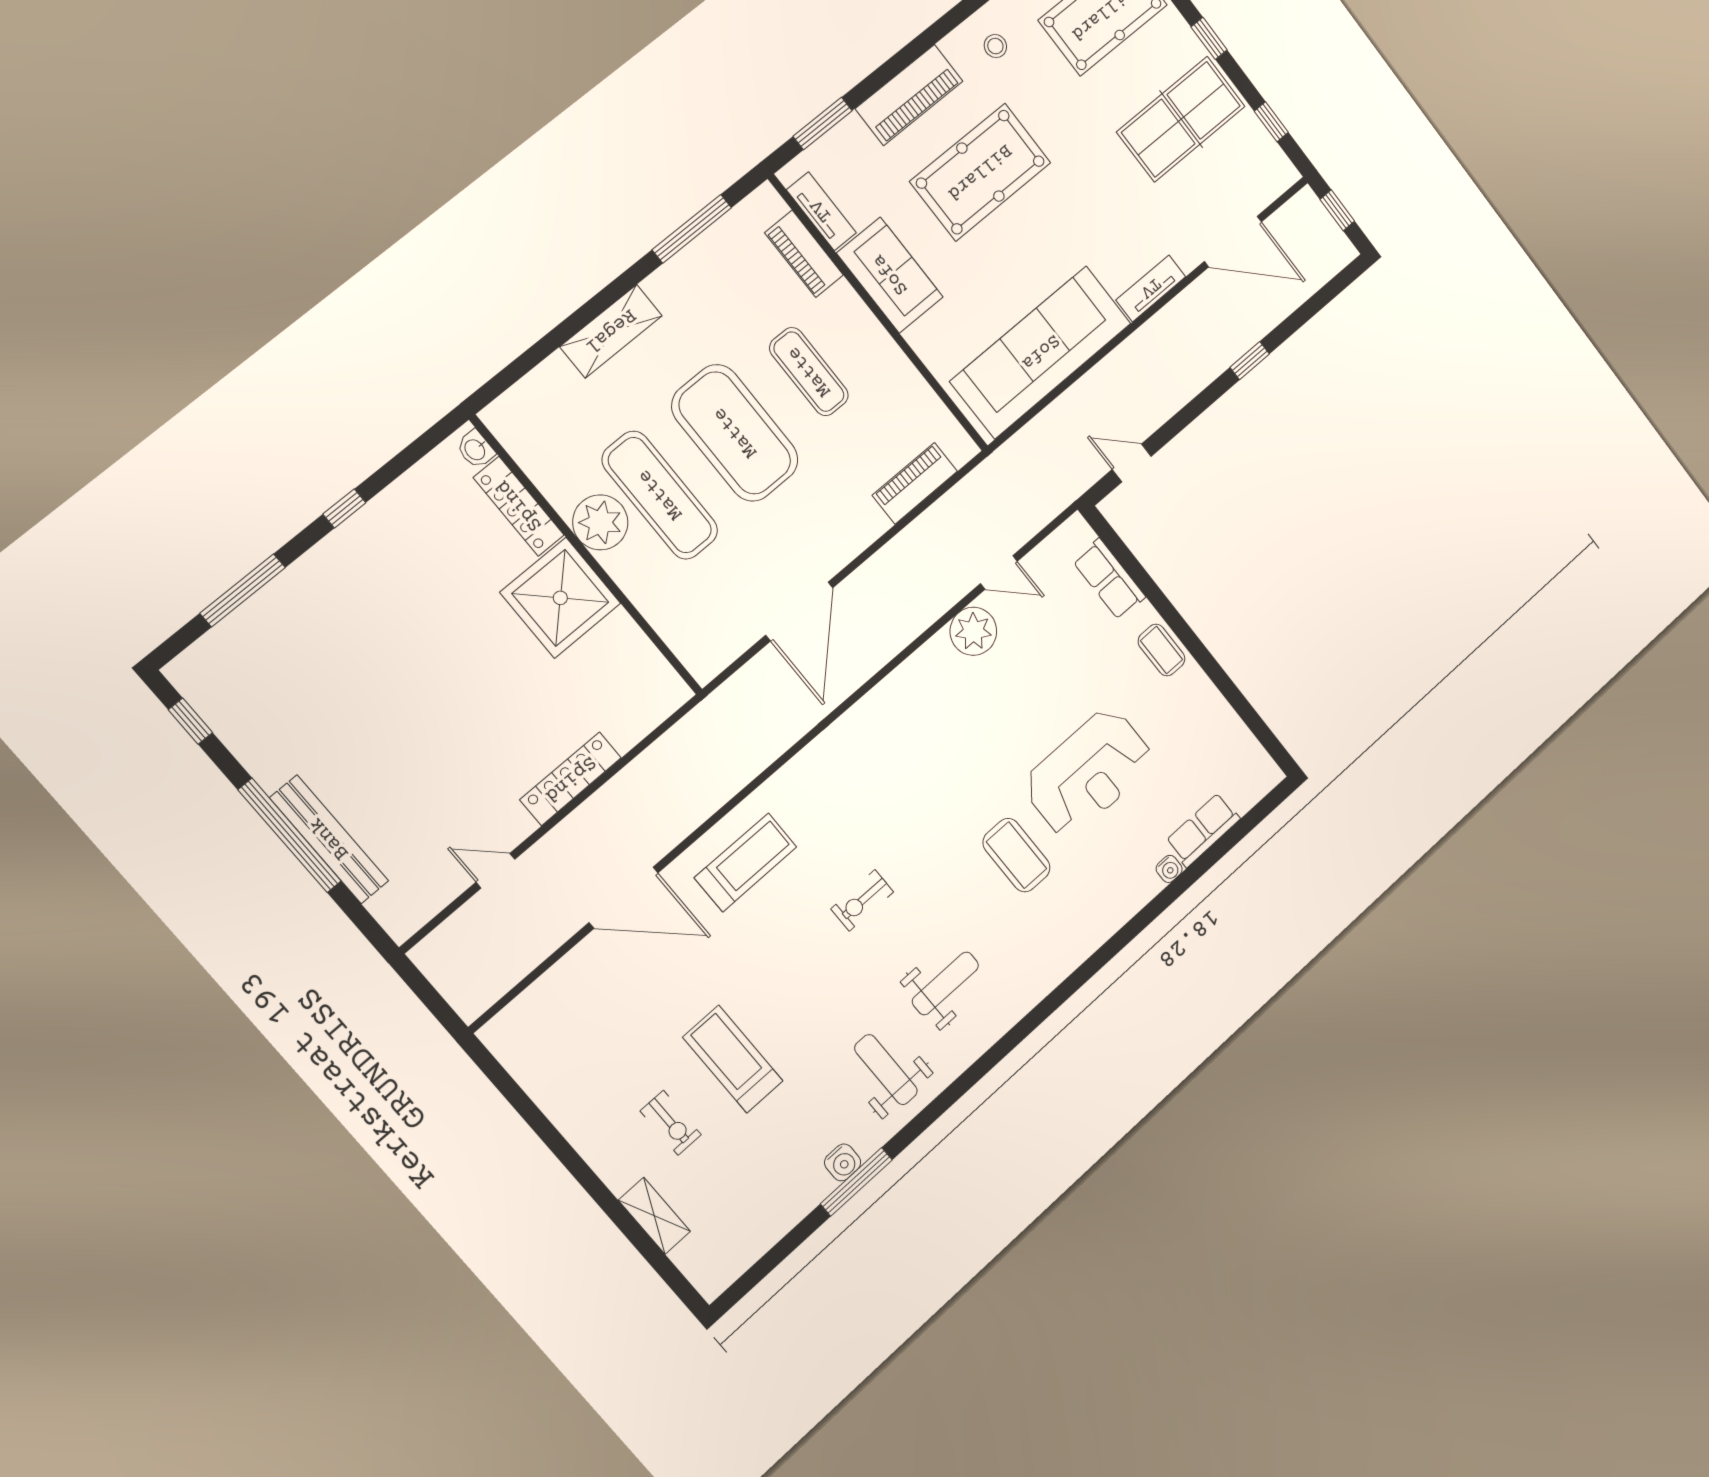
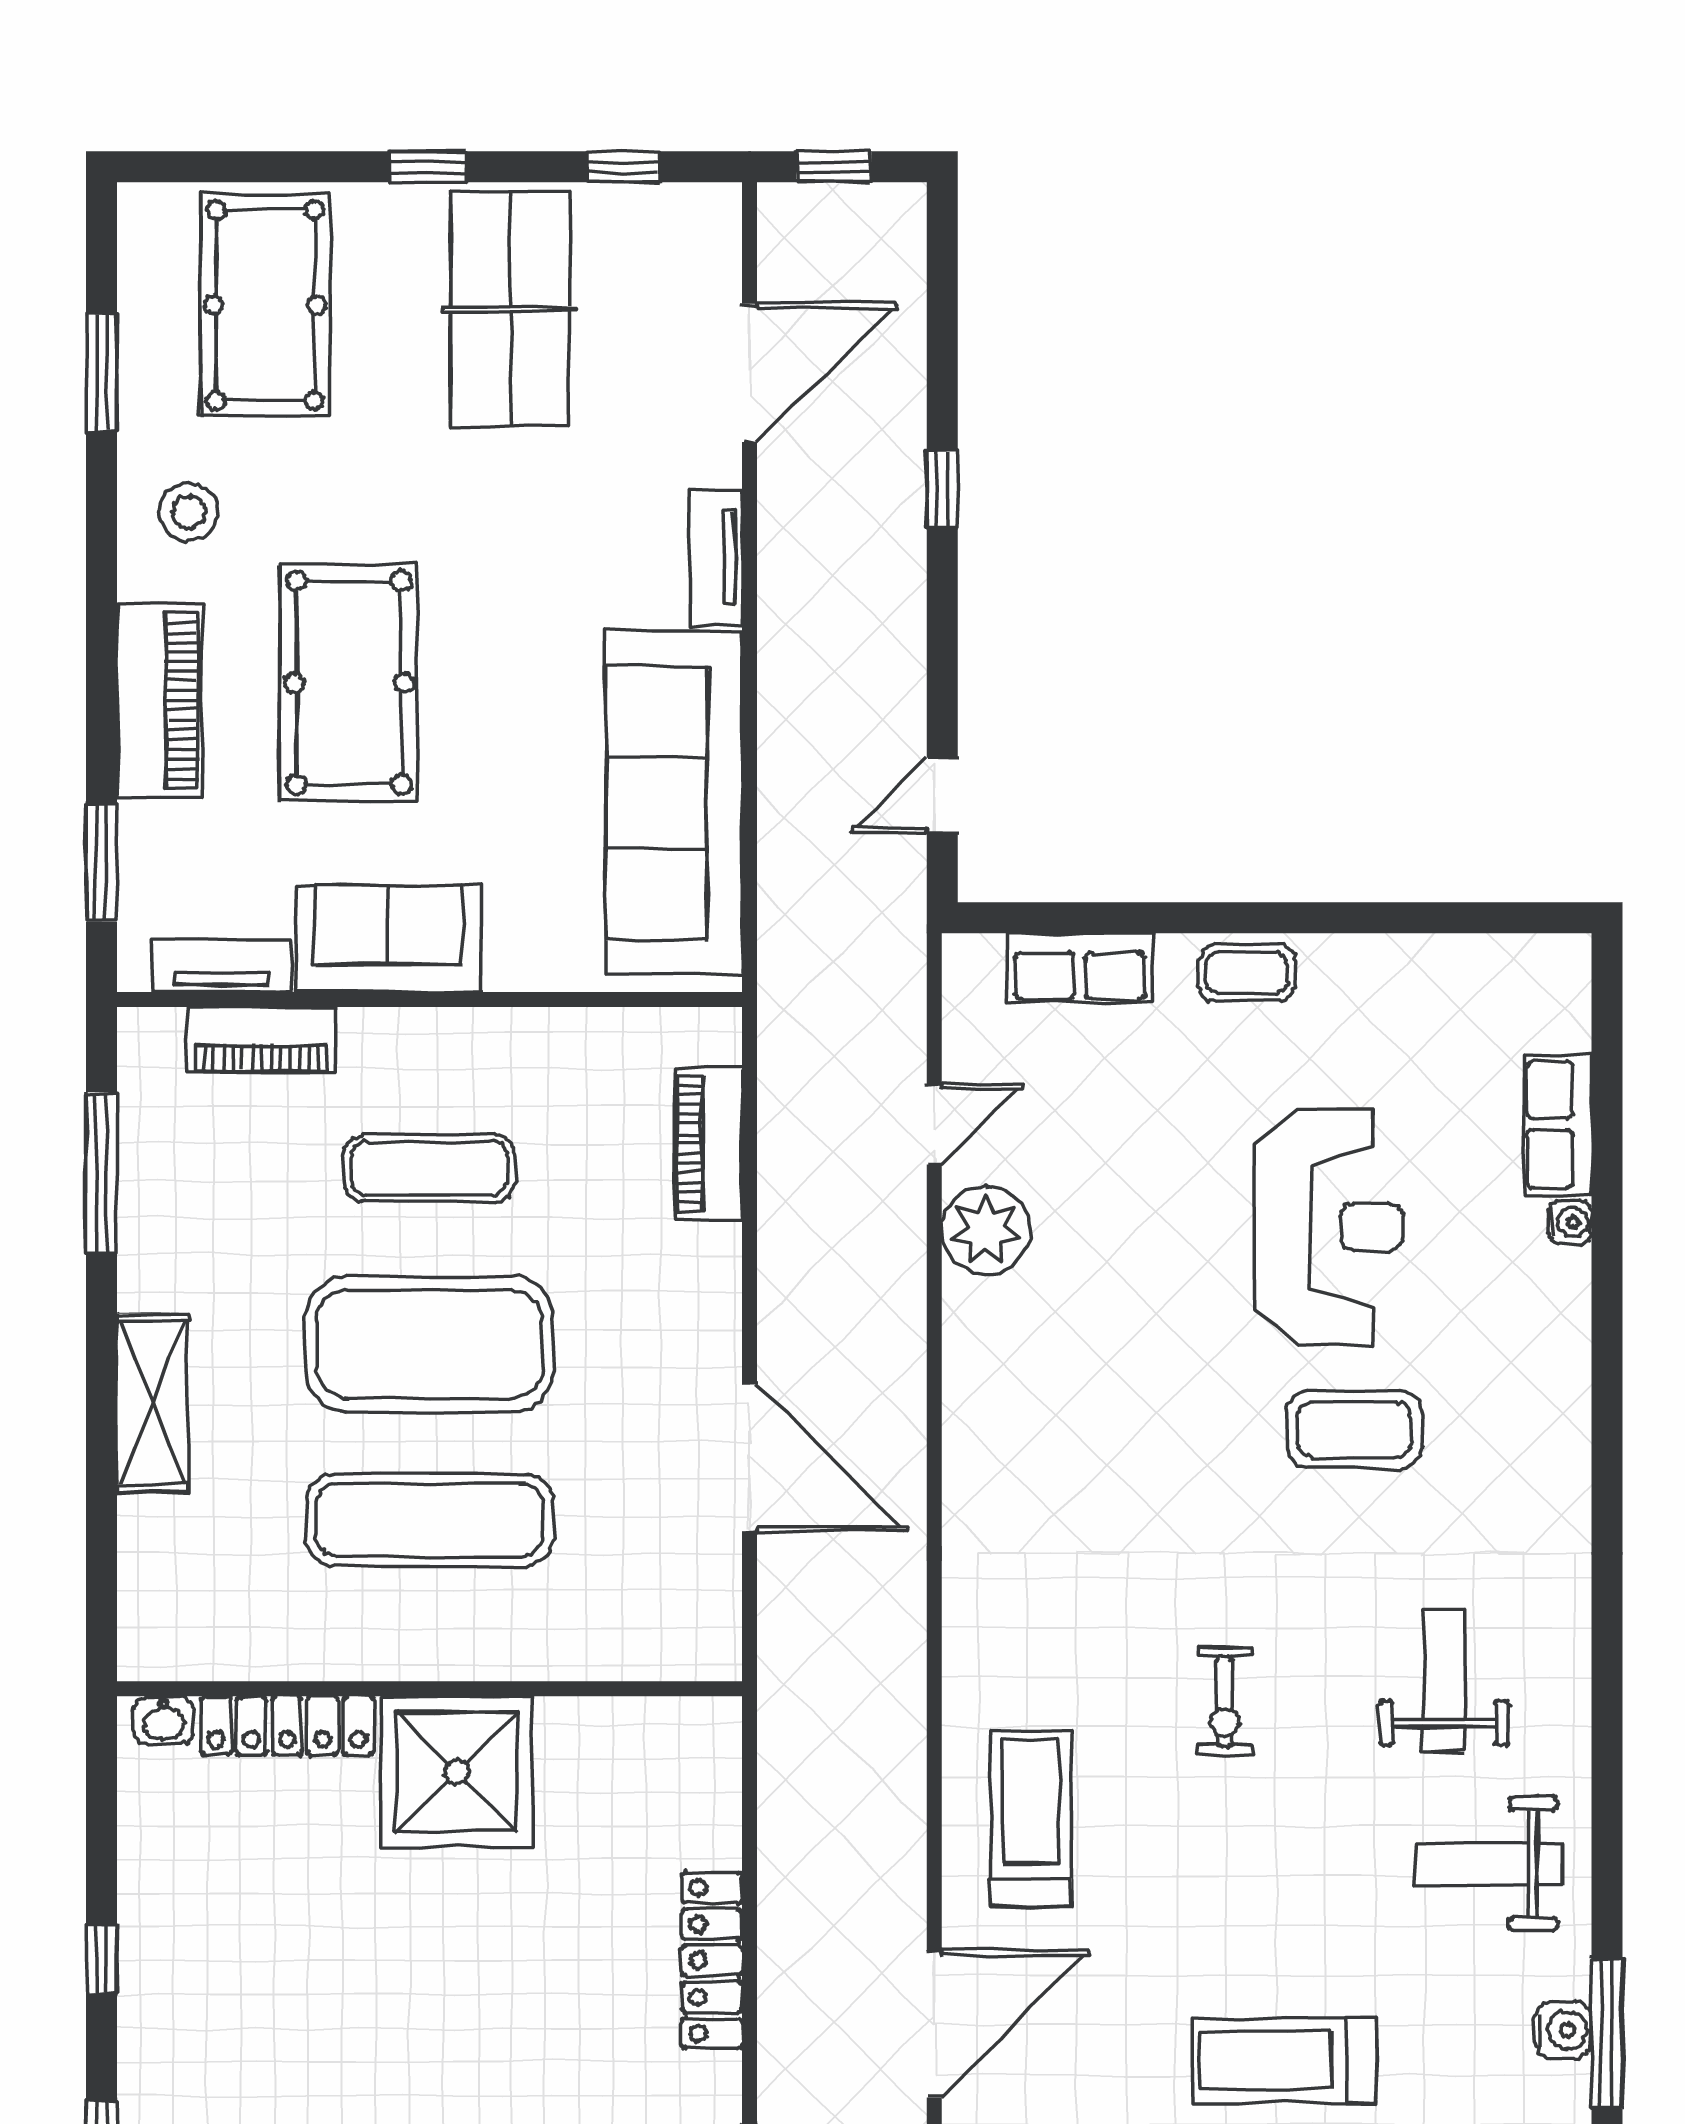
stool: (995, 46) -> (189, 512), width x1.37, depth x1.37
plant: (600, 522) -> (399, 1633), removed

